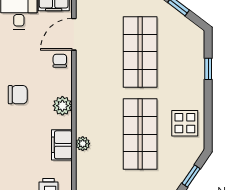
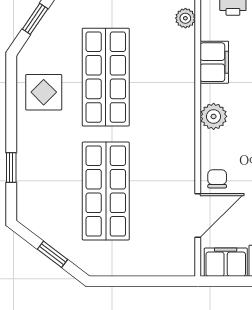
chair: (60, 61) -> (217, 179), turned 180
plant: (83, 144) -> (185, 18), moved

